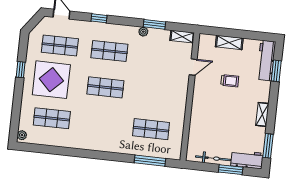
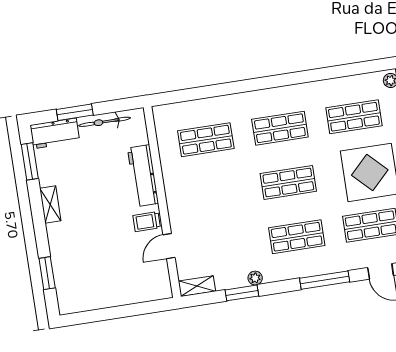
window: (99, 18) -> (325, 280), width x2.17
shelving: (229, 42) -> (126, 296), removed
workbench: (266, 60) -> (143, 176), moved, turned 180
trolley: (230, 81) -> (147, 222), moved
shop shelf: (101, 124) -> (280, 128), added
window: (150, 161) -> (195, 94), removed

